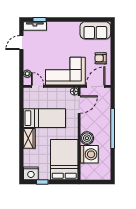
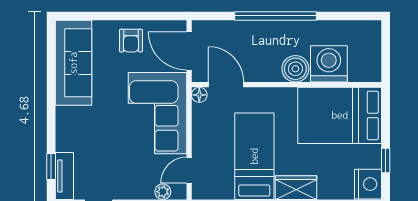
sofa: (95, 30) -> (73, 63), width x1.36

